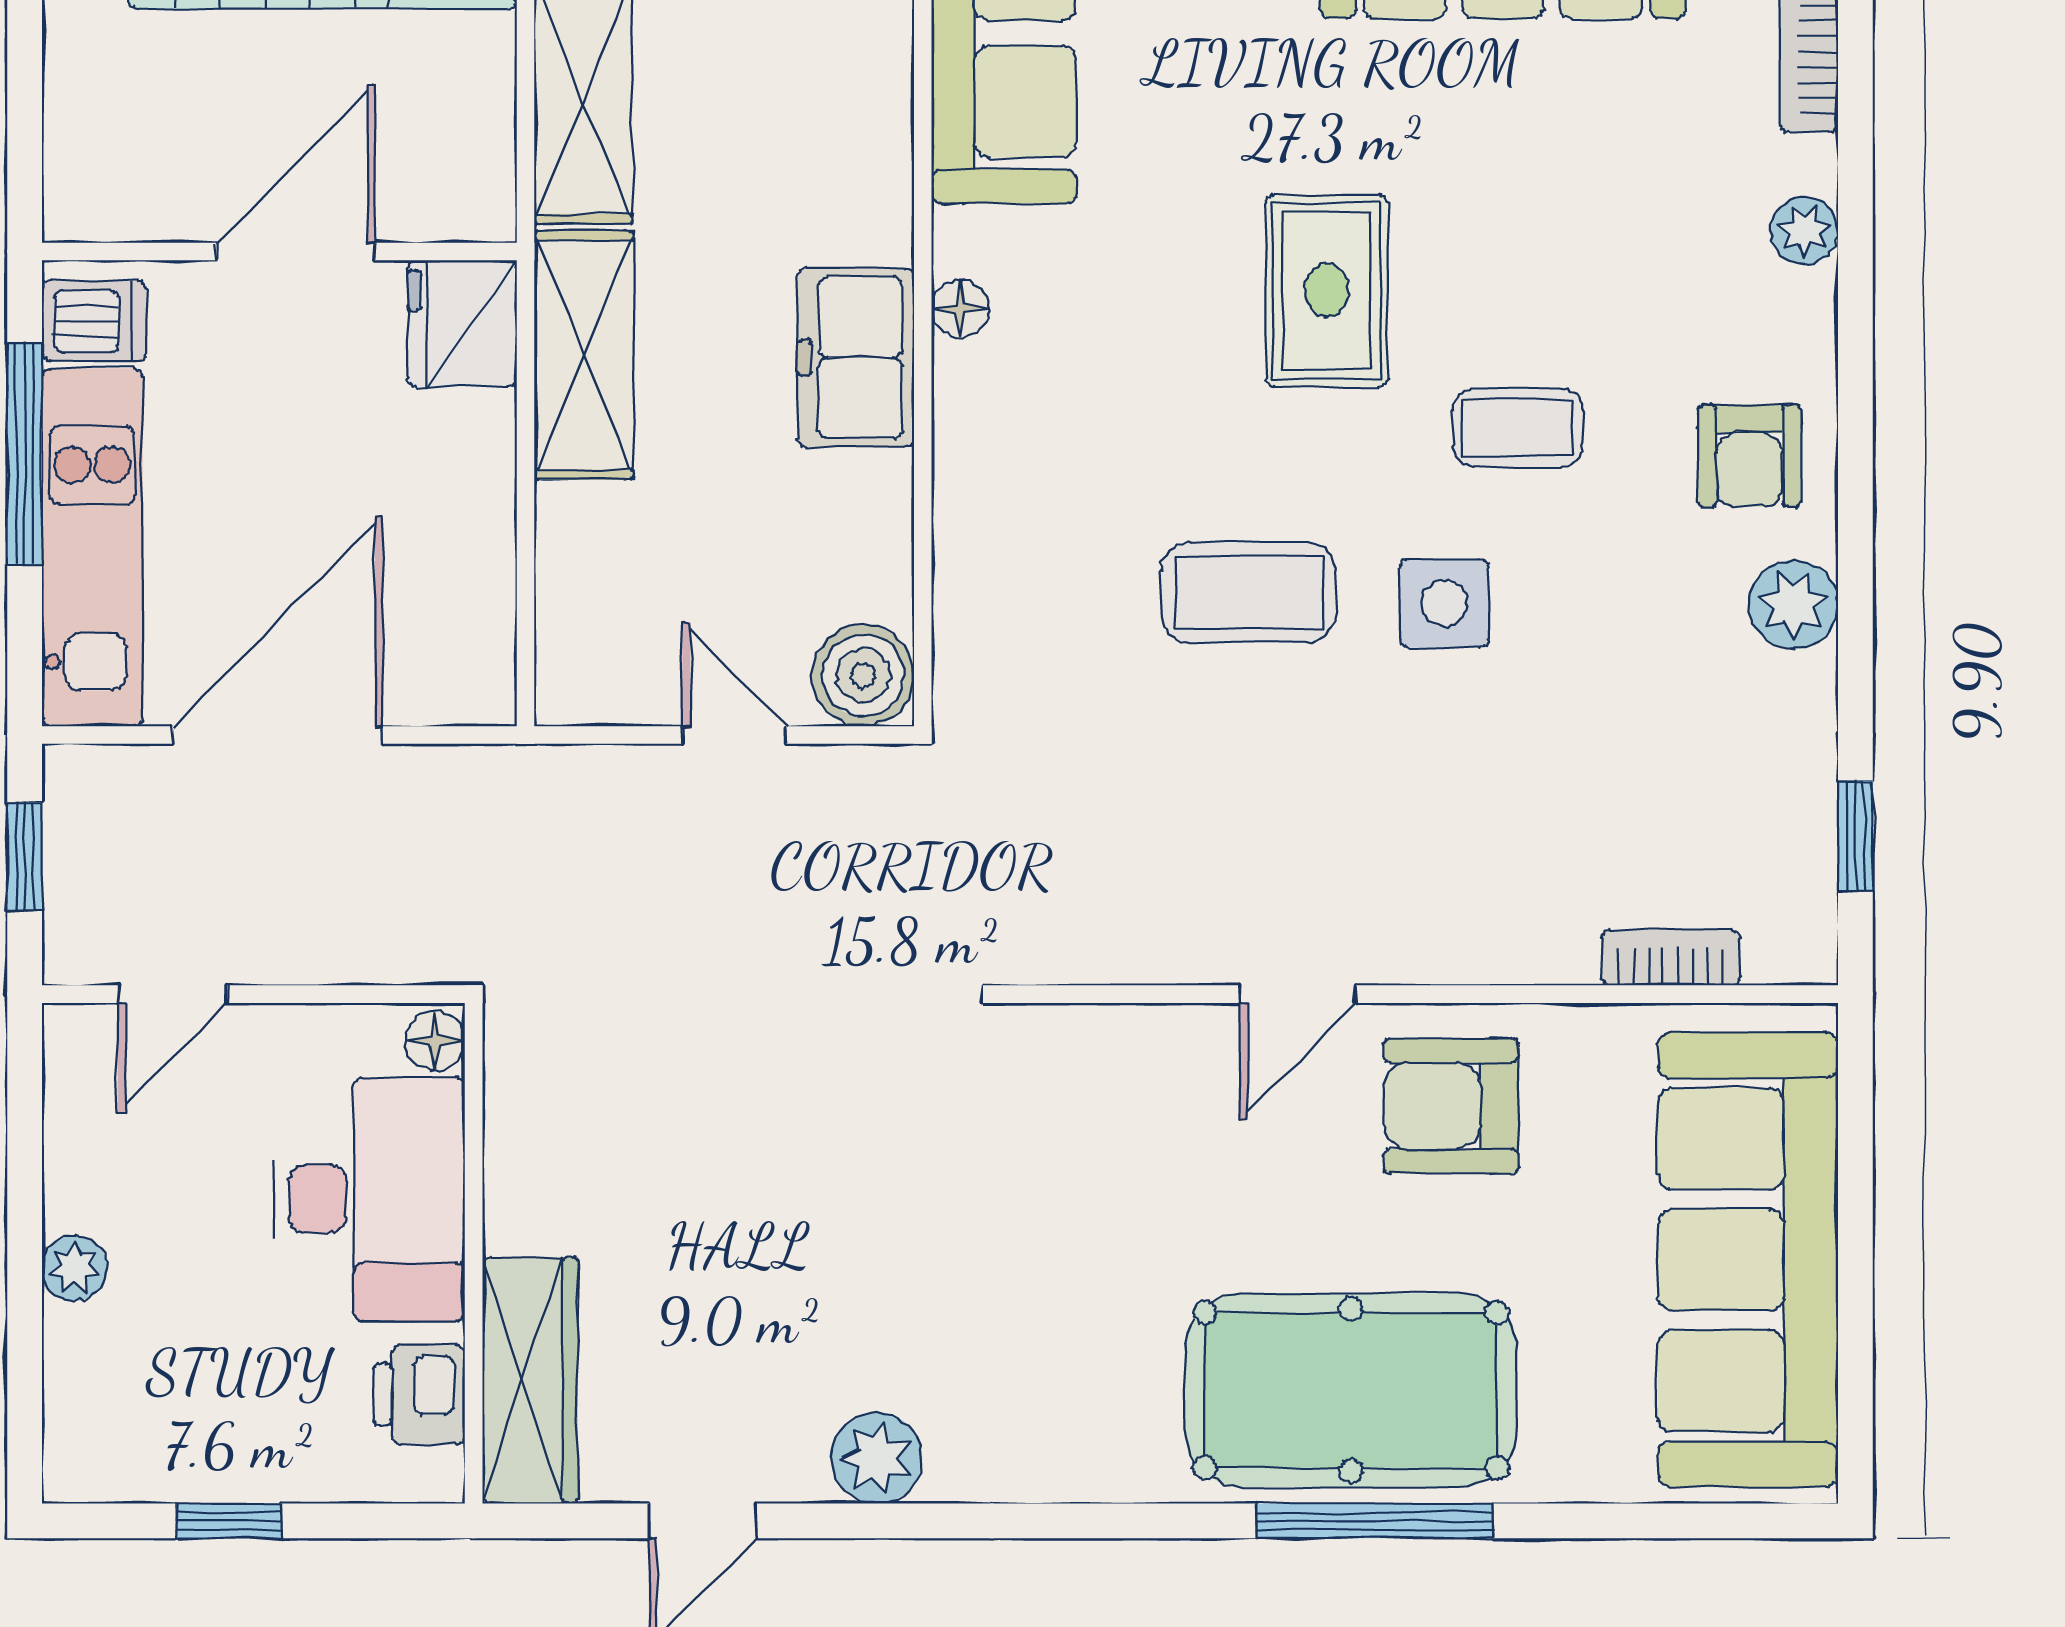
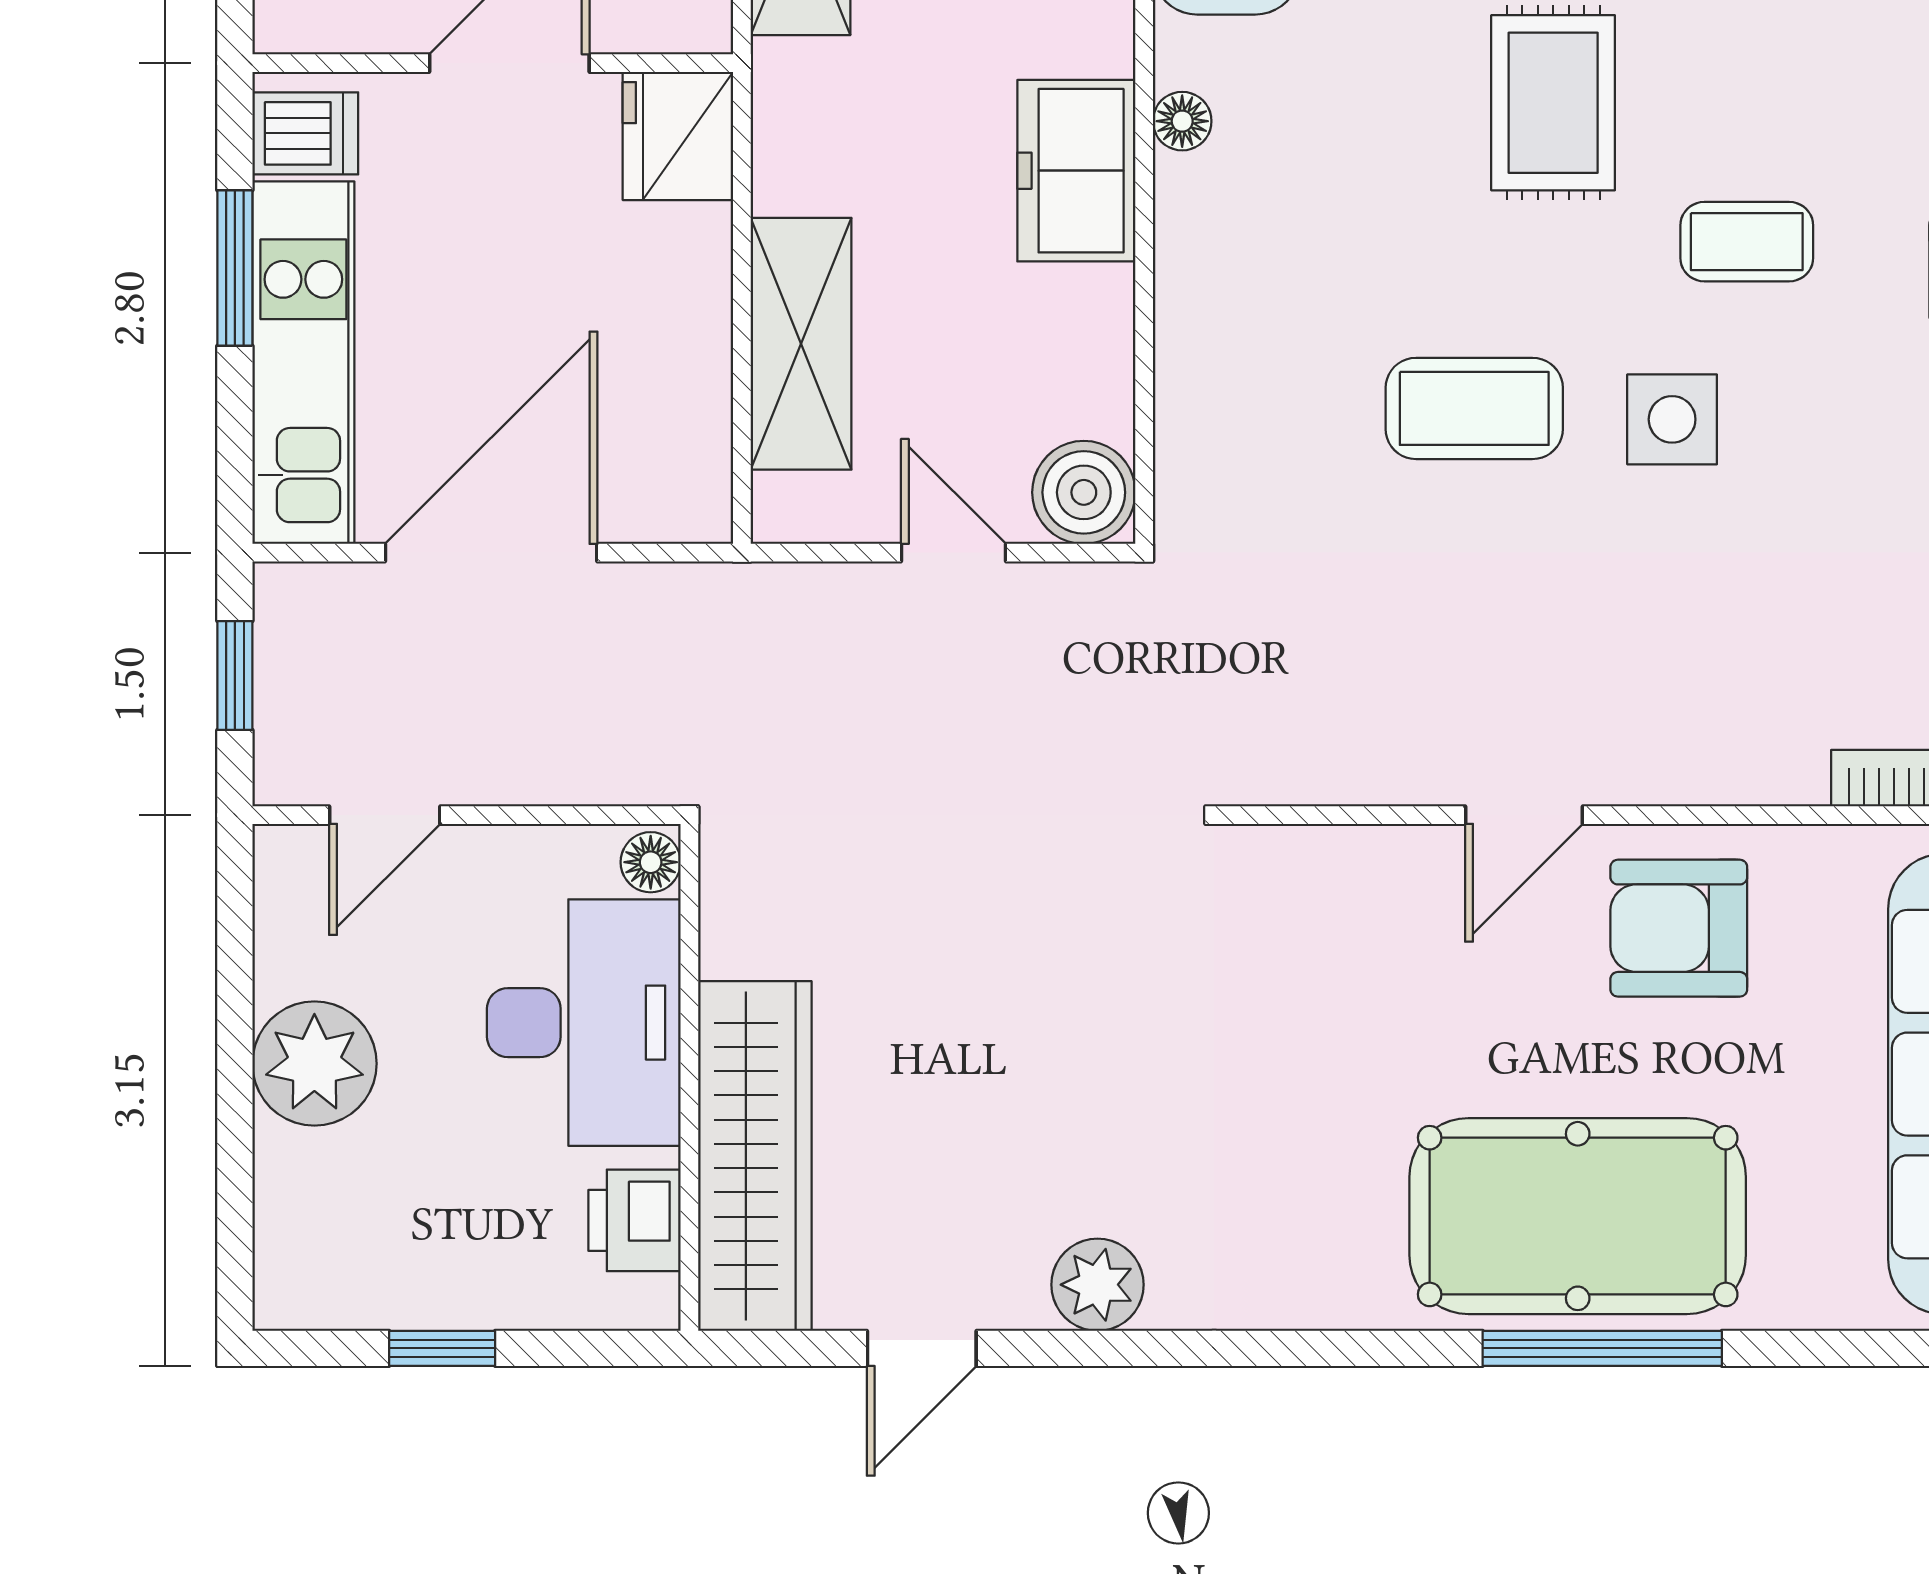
shelving: (584, 355) -> (801, 344), moved
window: (25, 454) -> (235, 268), width x0.69
plant: (75, 1268) -> (314, 1064), width x1.87, depth x1.87
wardrobe: (530, 1380) -> (755, 1156), width x1.40, depth x1.17

